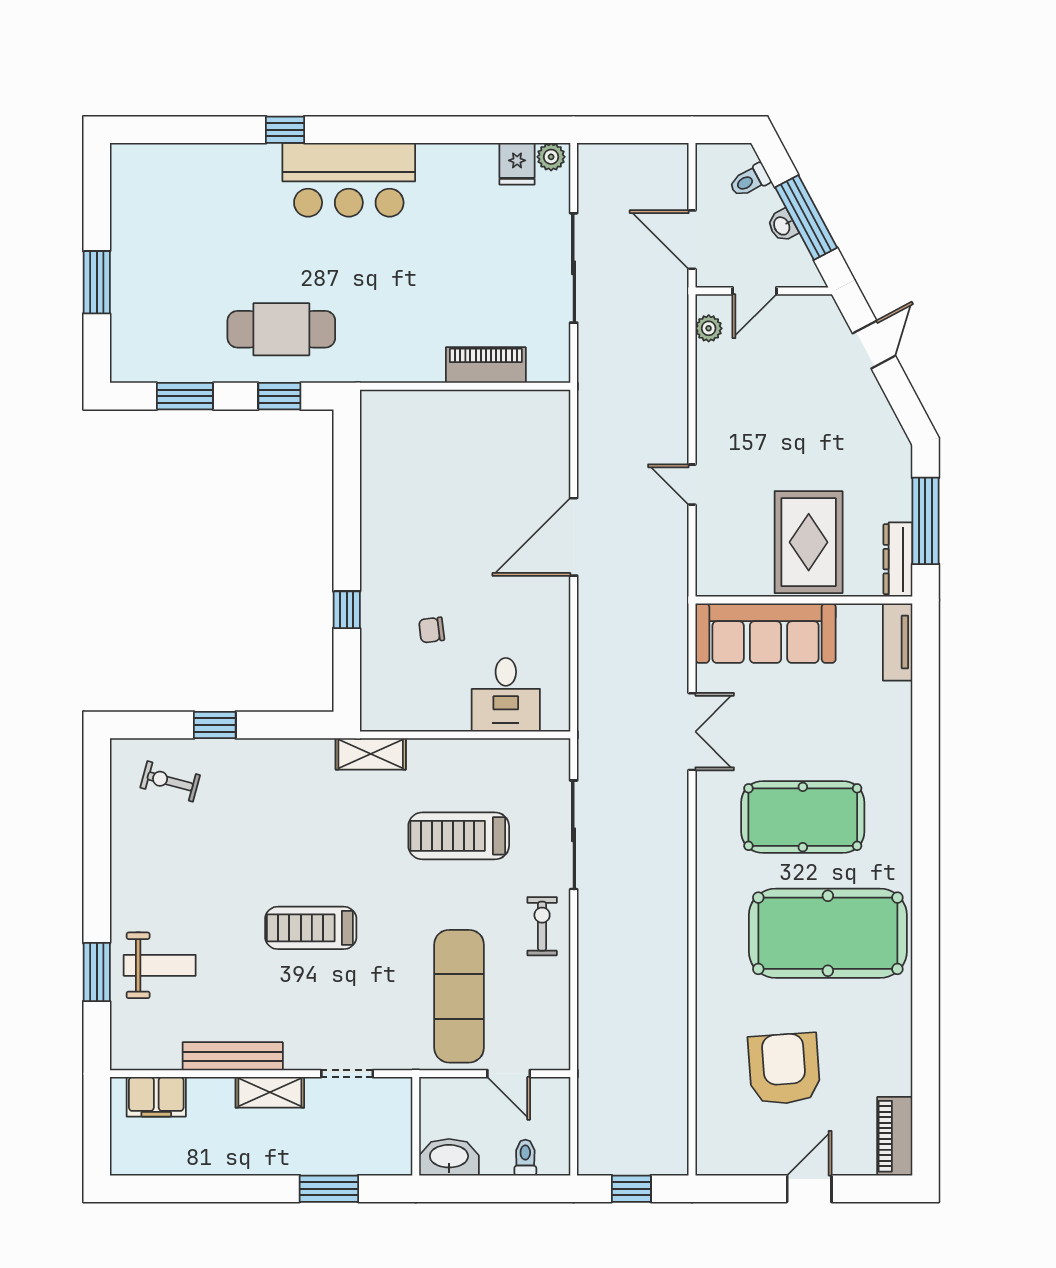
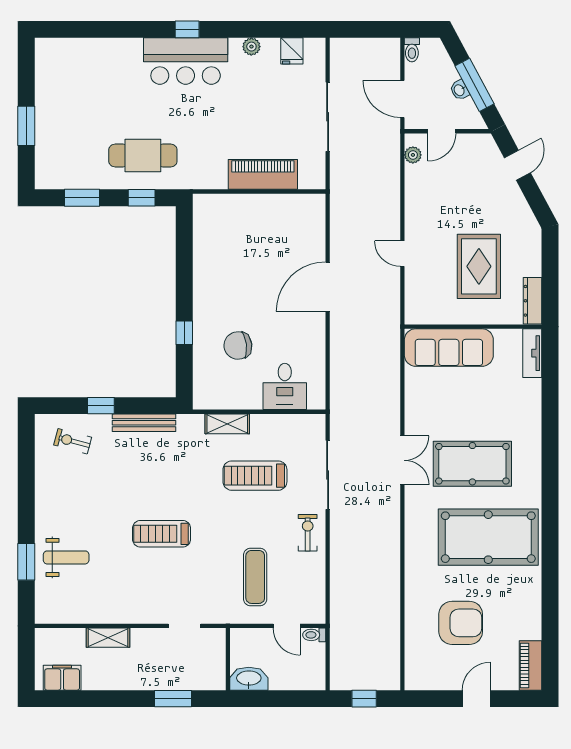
window: (285, 130) -> (187, 29), moved
plant: (551, 157) -> (251, 47), moved
toilet: (750, 181) -> (412, 50), moved, turned -62
piano: (486, 365) -> (263, 174), width x1.37, depth x1.33
window: (925, 521) -> (550, 277), removed
rug: (809, 542) -> (479, 266), moved
chair: (432, 630) -> (238, 345), width x1.87, depth x1.87
double door: (692, 732) -> (402, 460), moved
shelving: (371, 754) -> (227, 424), moved
exercise mat: (459, 996) -> (255, 577), width x0.73, depth x0.69
bench: (233, 1056) -> (144, 423), moved
armchair: (784, 1069) -> (461, 623), turned 94
shelving: (270, 1092) -> (108, 638), moved
filing cabinet: (156, 1097) -> (62, 678), moved, turned 180
toilet: (525, 1158) -> (314, 635), moved, turned -90

